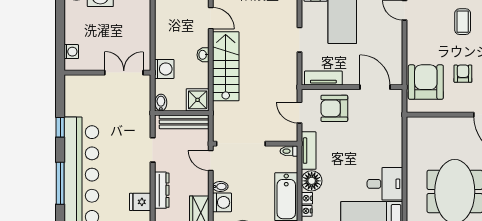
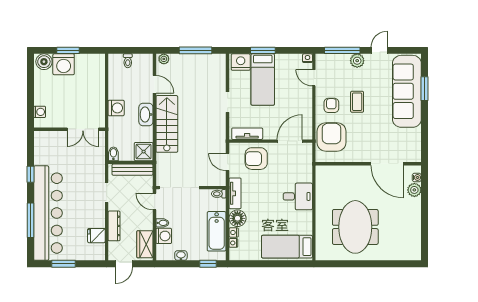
coffee table: (463, 22) -> (357, 102), moved
washbasin: (203, 55) -> (146, 115), width x1.91, depth x1.45
washing machine: (164, 69) -> (116, 108), moved
double door: (124, 73) -> (83, 129), swing flipped
armchair: (463, 74) -> (331, 105), moved
door: (375, 87) -> (290, 141), hinge flipped
desk: (385, 184) -> (298, 196), moved

